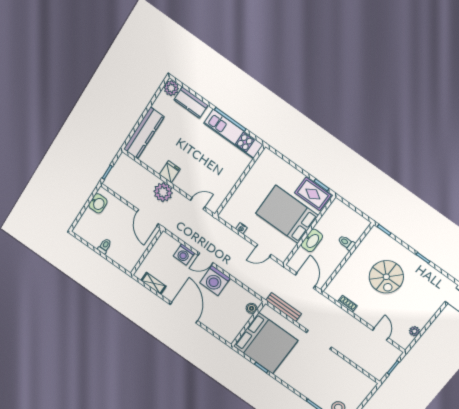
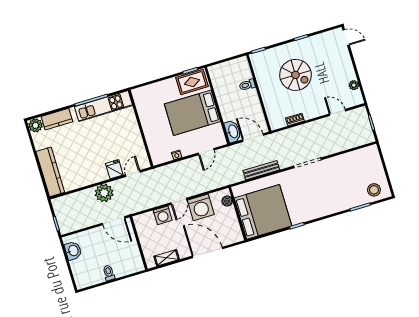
fridge: (170, 172) -> (114, 169), moved
washbasin: (312, 241) -> (233, 131), moved
boiler: (252, 308) -> (227, 201), moved
wall: (248, 324) -> (238, 214), moved
bed: (266, 343) -> (263, 212), moved

